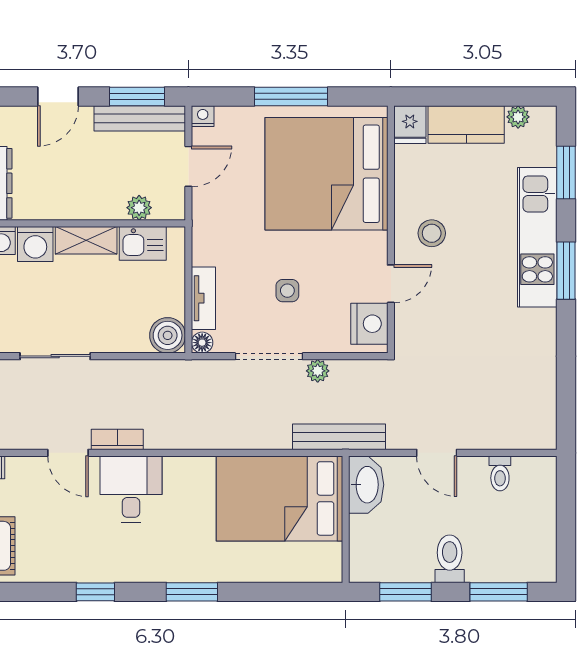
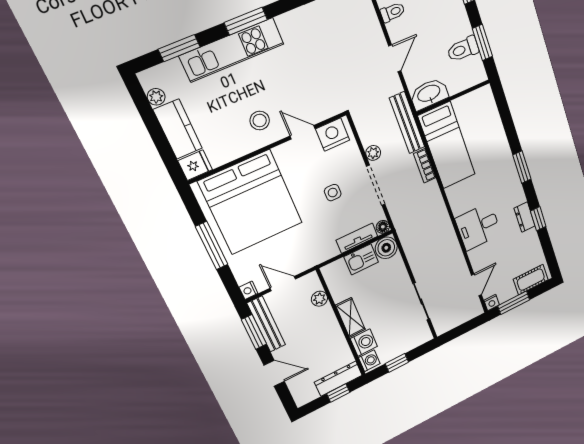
kitchen sink: (143, 243) -> (361, 259), moved, turned 90
bookcase: (117, 440) -> (425, 166), moved
door: (68, 453) -> (476, 285), moved
bed: (279, 498) -> (447, 145), width x0.67
toilet: (450, 559) -> (463, 49), moved
dresser: (109, 570) -> (525, 217), added

